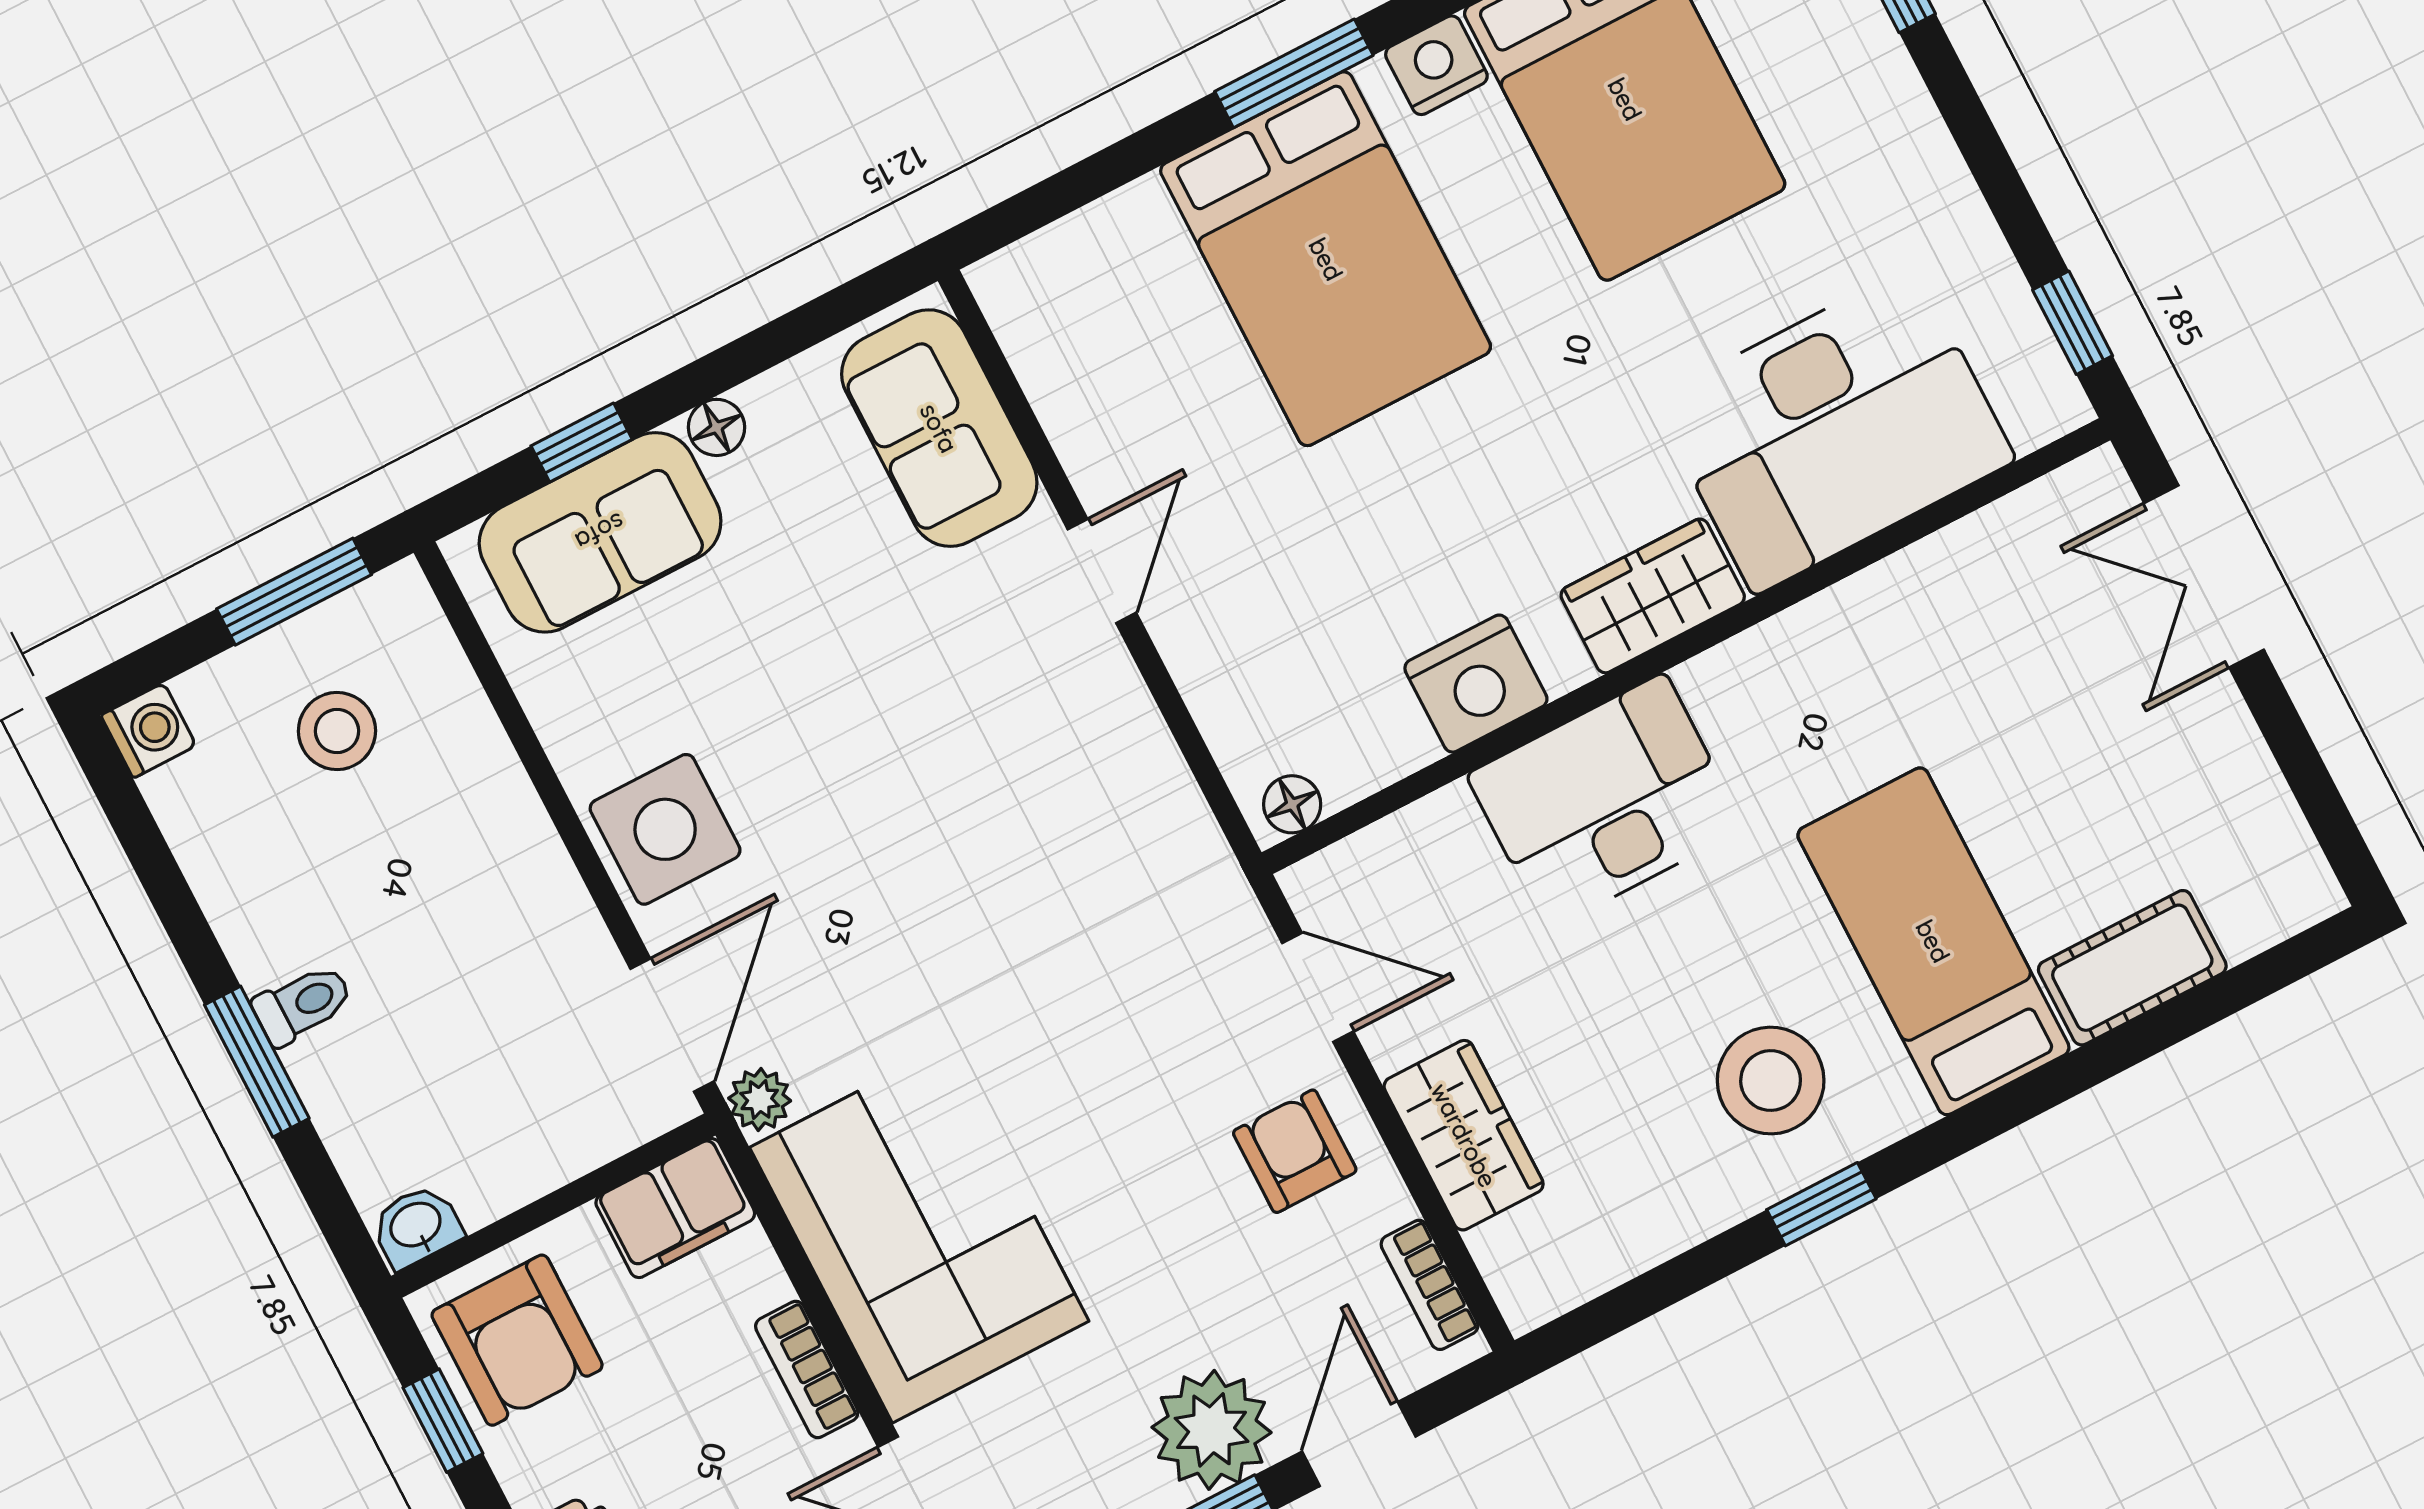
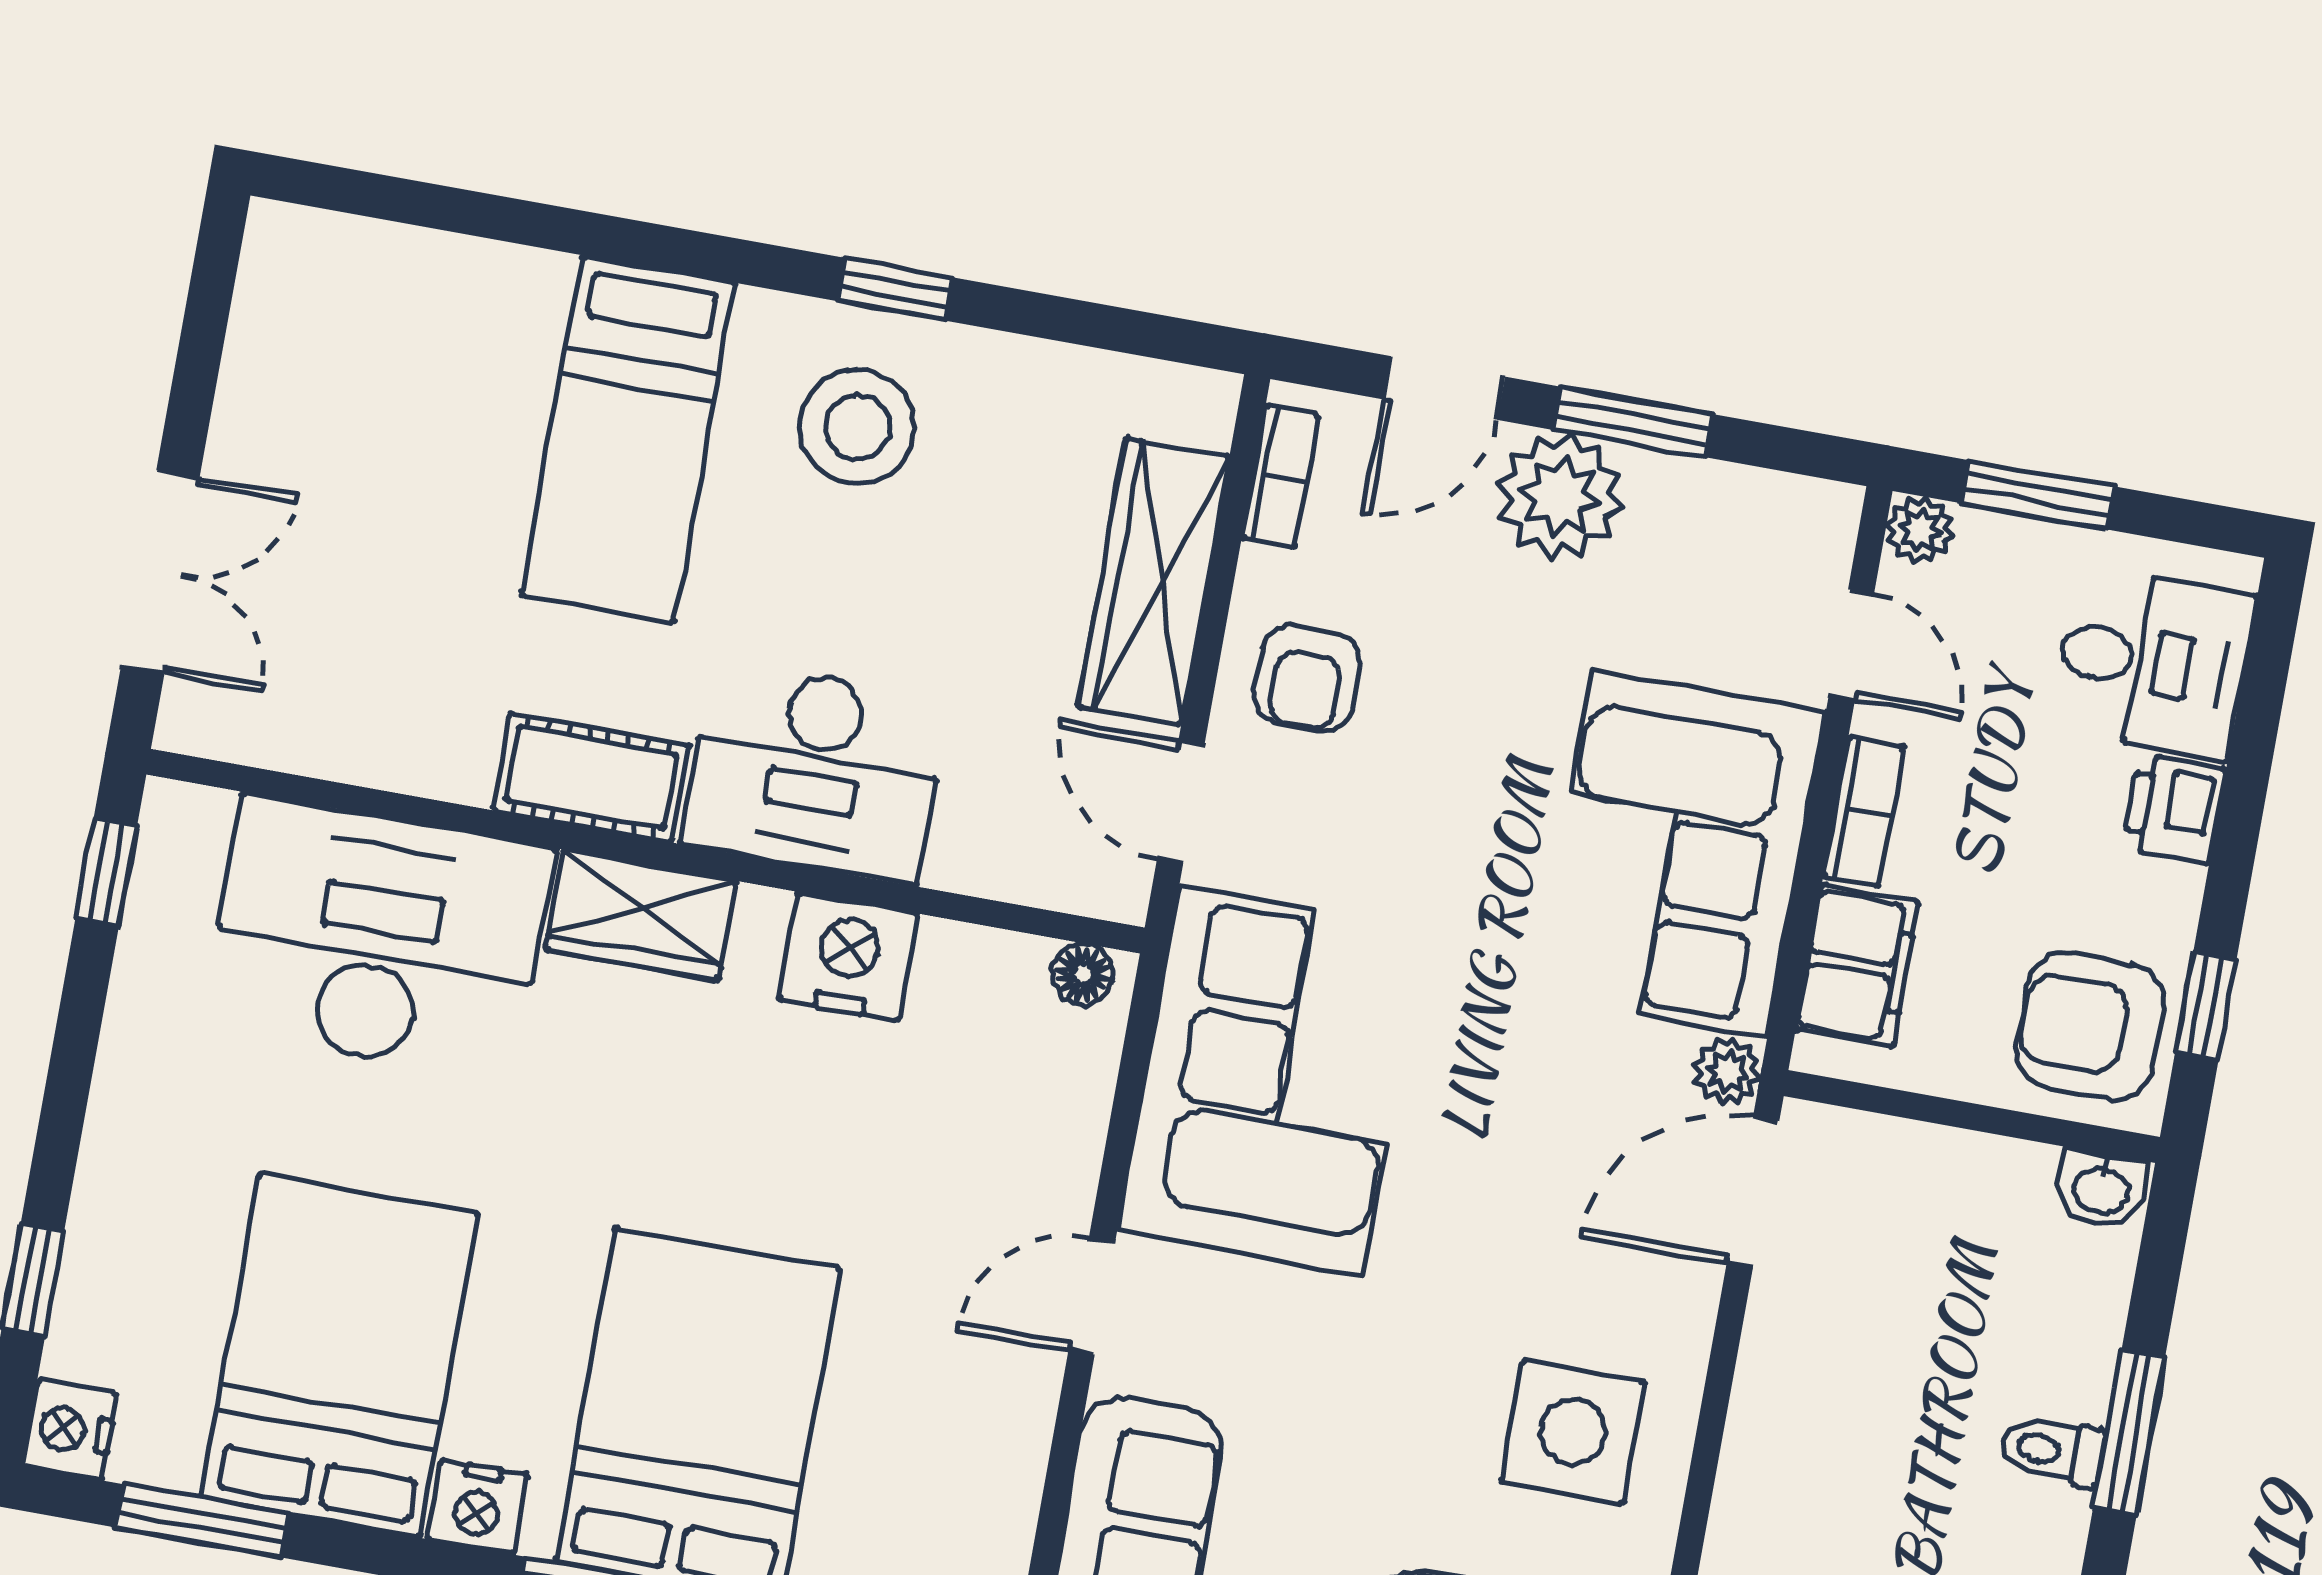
side table: (665, 829) -> (1573, 1432), moved
corner sofa: (1093, 833) -> (1271, 1080), added
cot: (2132, 968) -> (591, 777), moved
wardrobe: (1464, 1135) -> (1153, 582), width x1.50
filing cabinet: (675, 1208) -> (1857, 965), moved, turned 90
armchair: (517, 1340) -> (2090, 1026), turned -90

